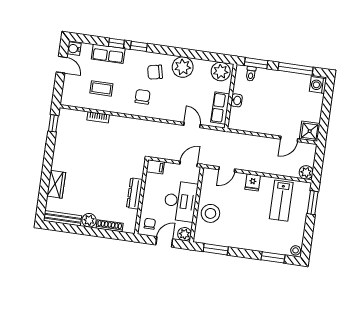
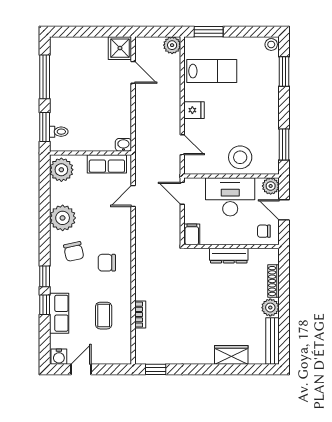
washing machine: (318, 85) -> (61, 46), removed
washbasin: (237, 100) -> (123, 145), moved

